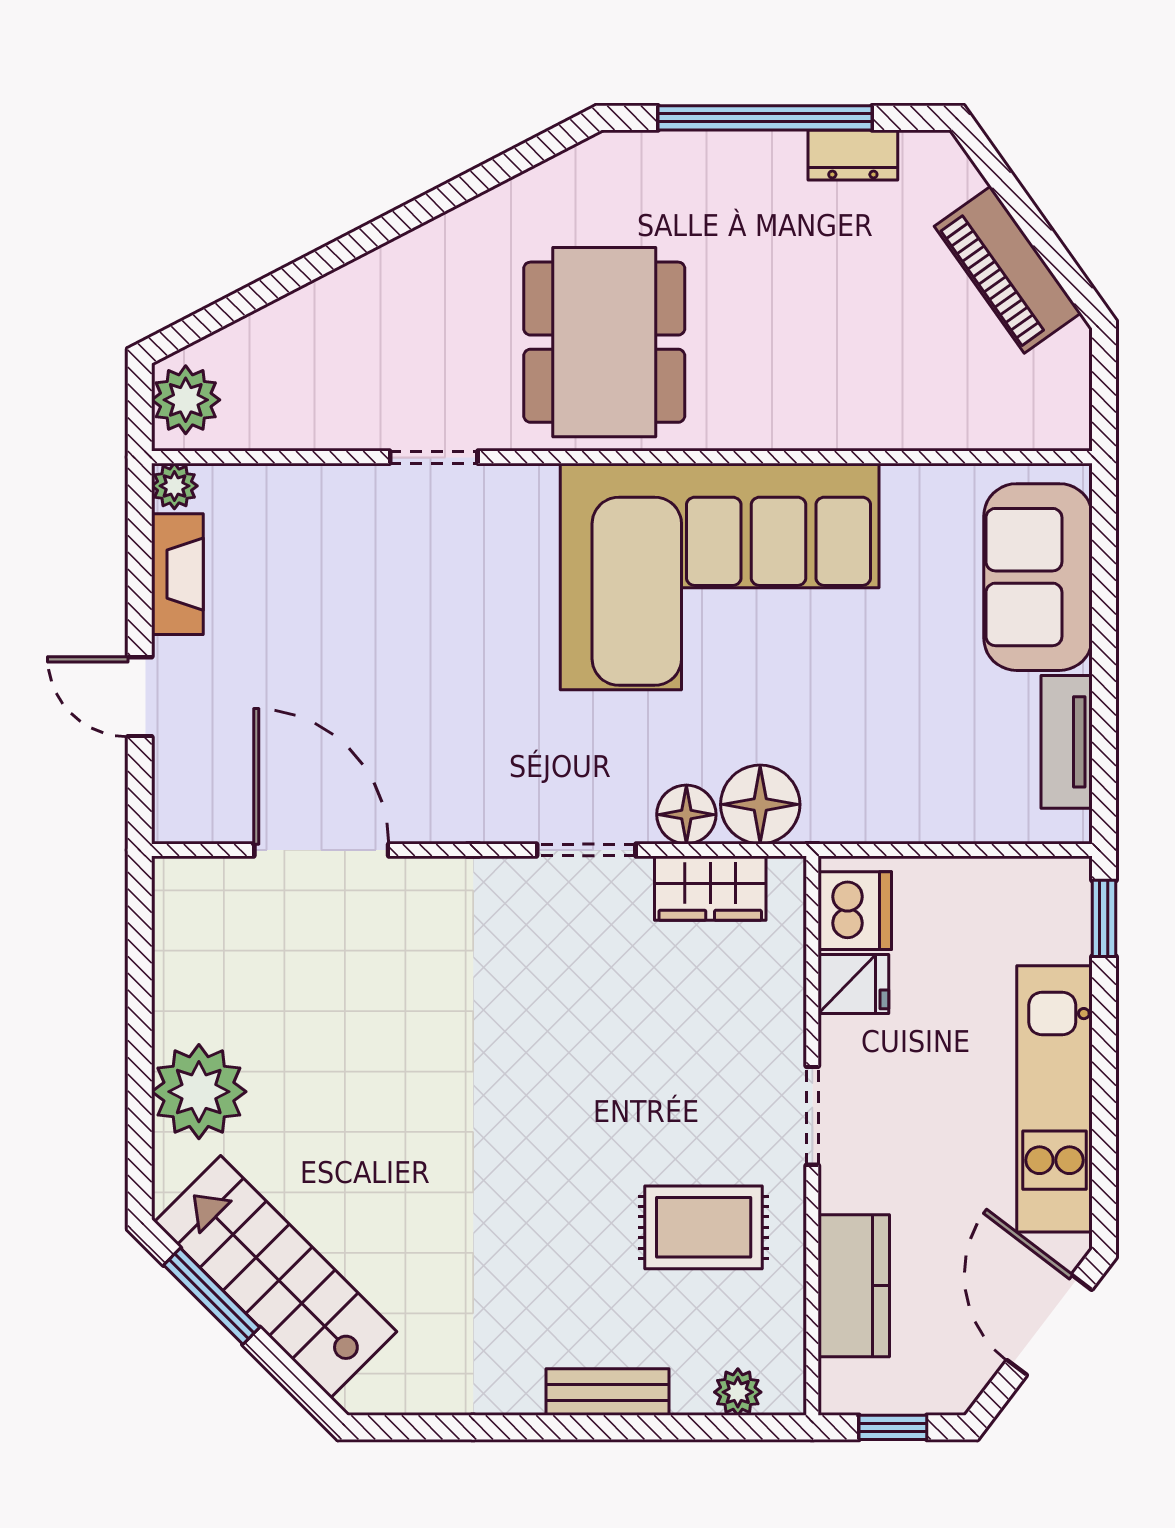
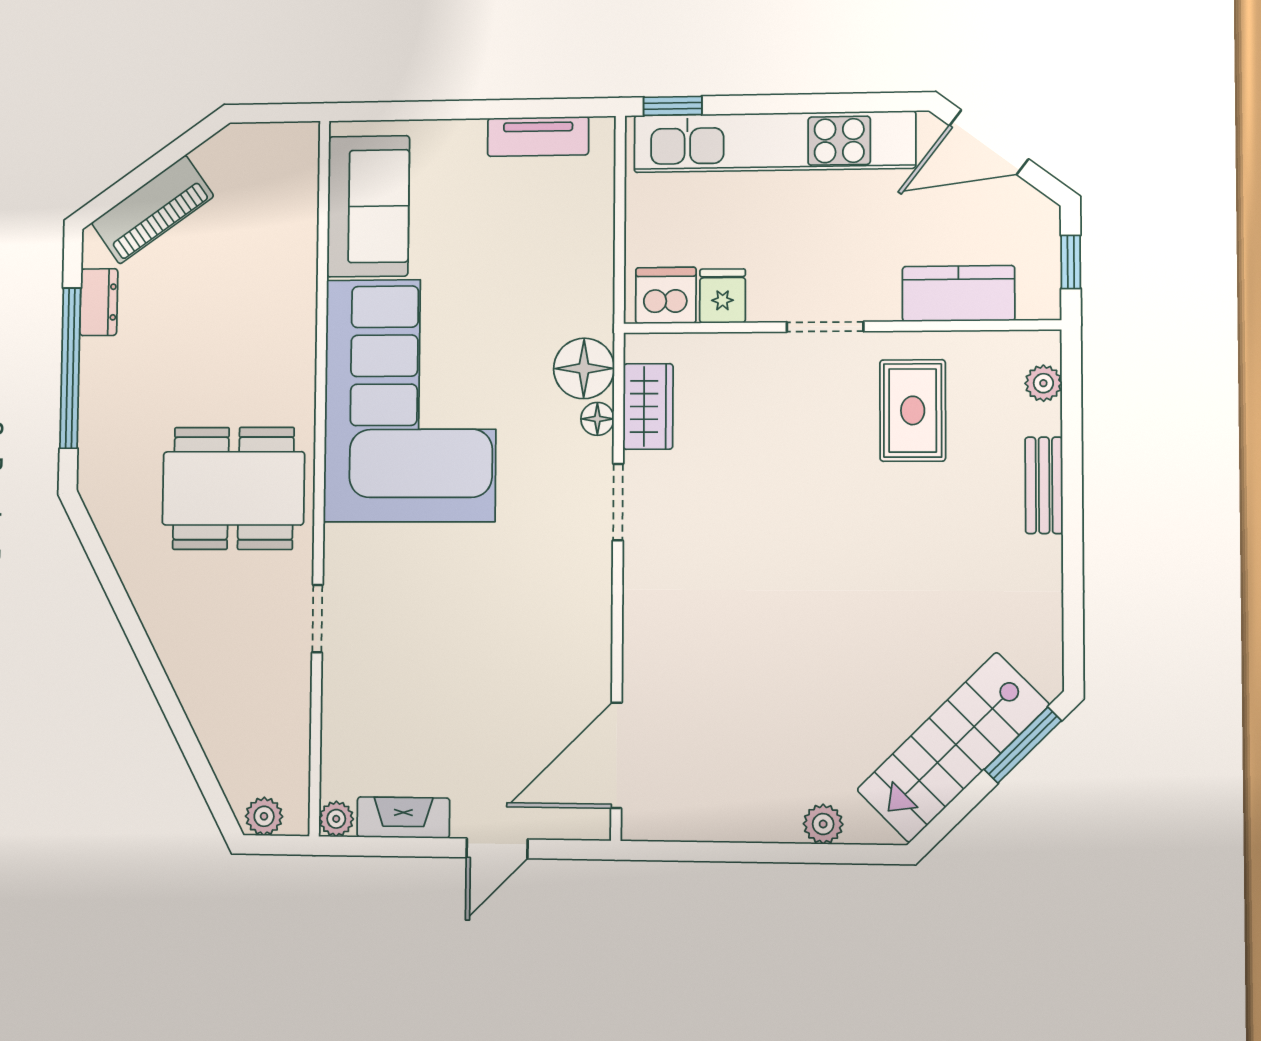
piano: (1008, 270) -> (153, 210), moved
plant: (186, 400) -> (264, 816), width x0.73, depth x0.73
sofa: (1038, 577) -> (368, 206), moved, turned -90
floor lamp: (686, 815) -> (597, 419), width x0.73, depth x0.73
door: (321, 850) -> (616, 755), moved
plant: (199, 1092) -> (823, 824), width x0.53, depth x0.53
kitchen unit: (1054, 1099) -> (774, 142), width x1.36
window: (212, 1296) -> (1023, 745), moved

